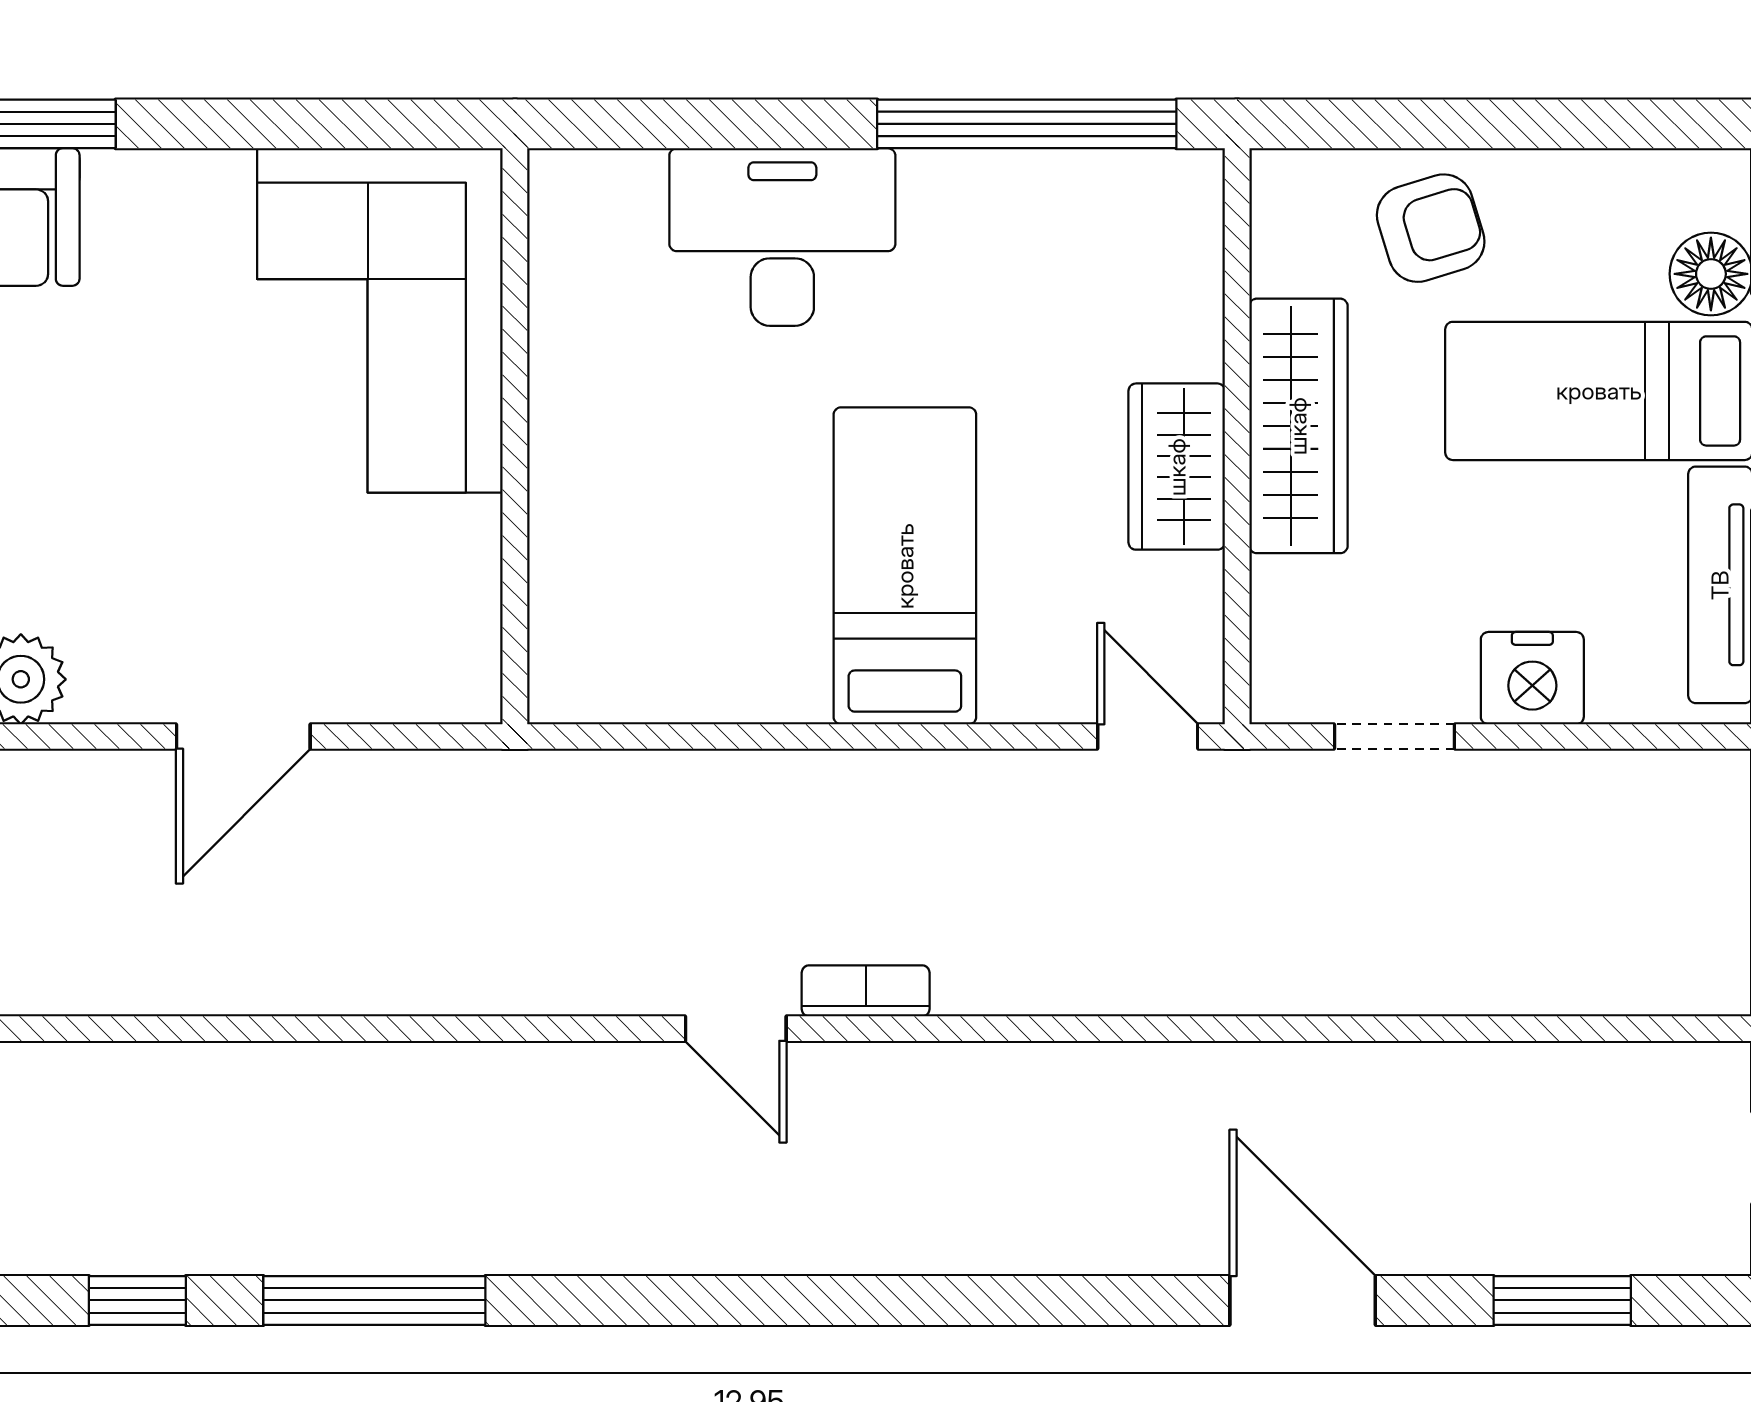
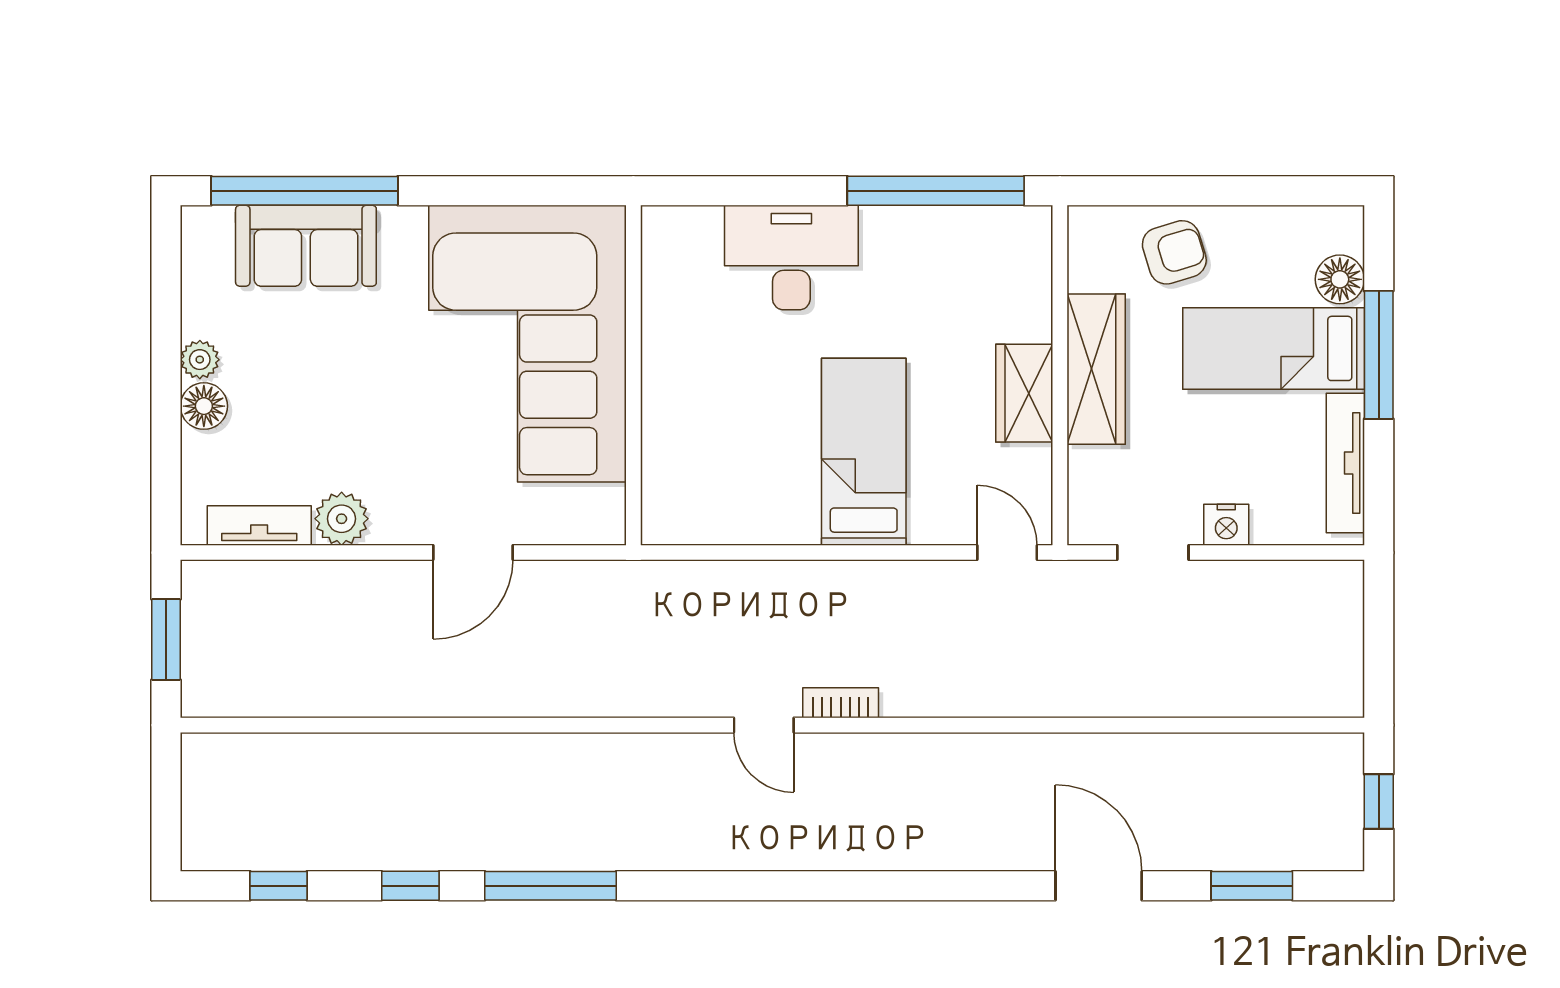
corner sofa: (380, 320) -> (528, 344), width x1.36, depth x1.36
nightstand: (1532, 678) -> (1226, 525), width x0.74, depth x0.75

